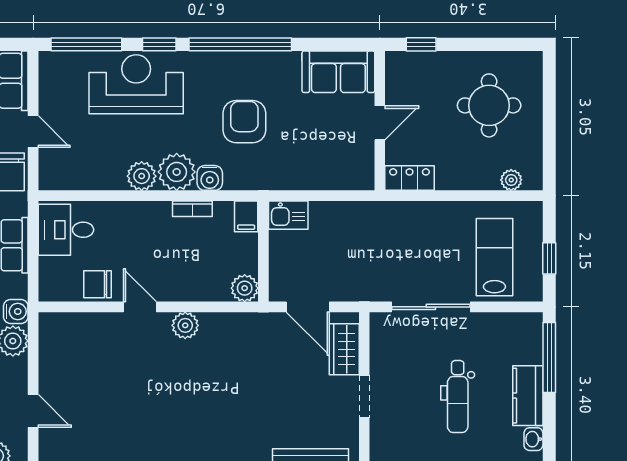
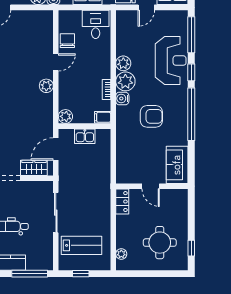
window: (421, 44) -> (191, 248), moved
kitchen sink: (288, 215) -> (85, 136), moved, turned -90

